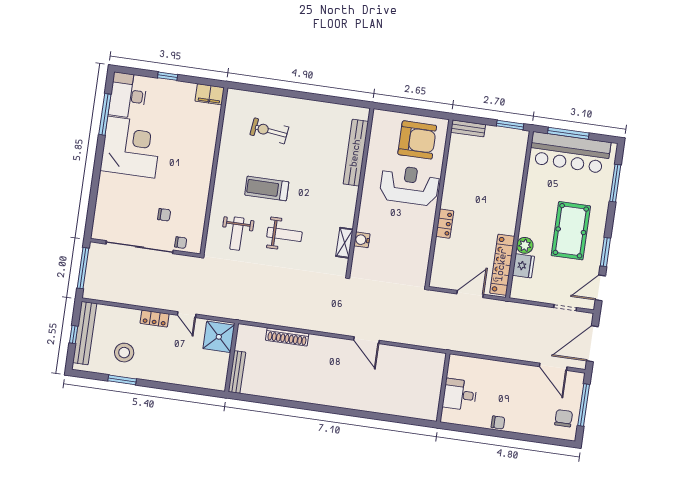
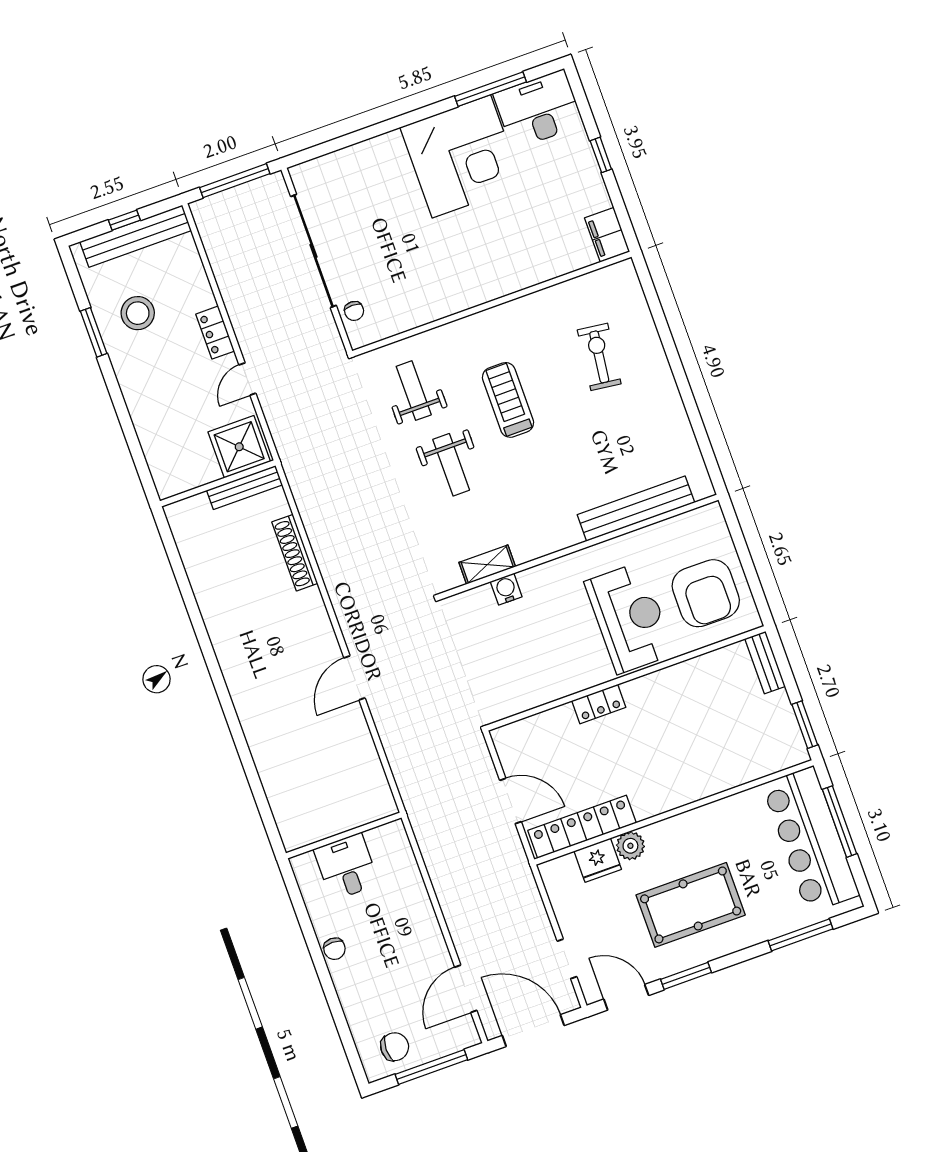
chair: (164, 215) -> (384, 263), removed
weight bench: (237, 234) -> (414, 391), turned 90
bench: (237, 372) -> (244, 487), moved

